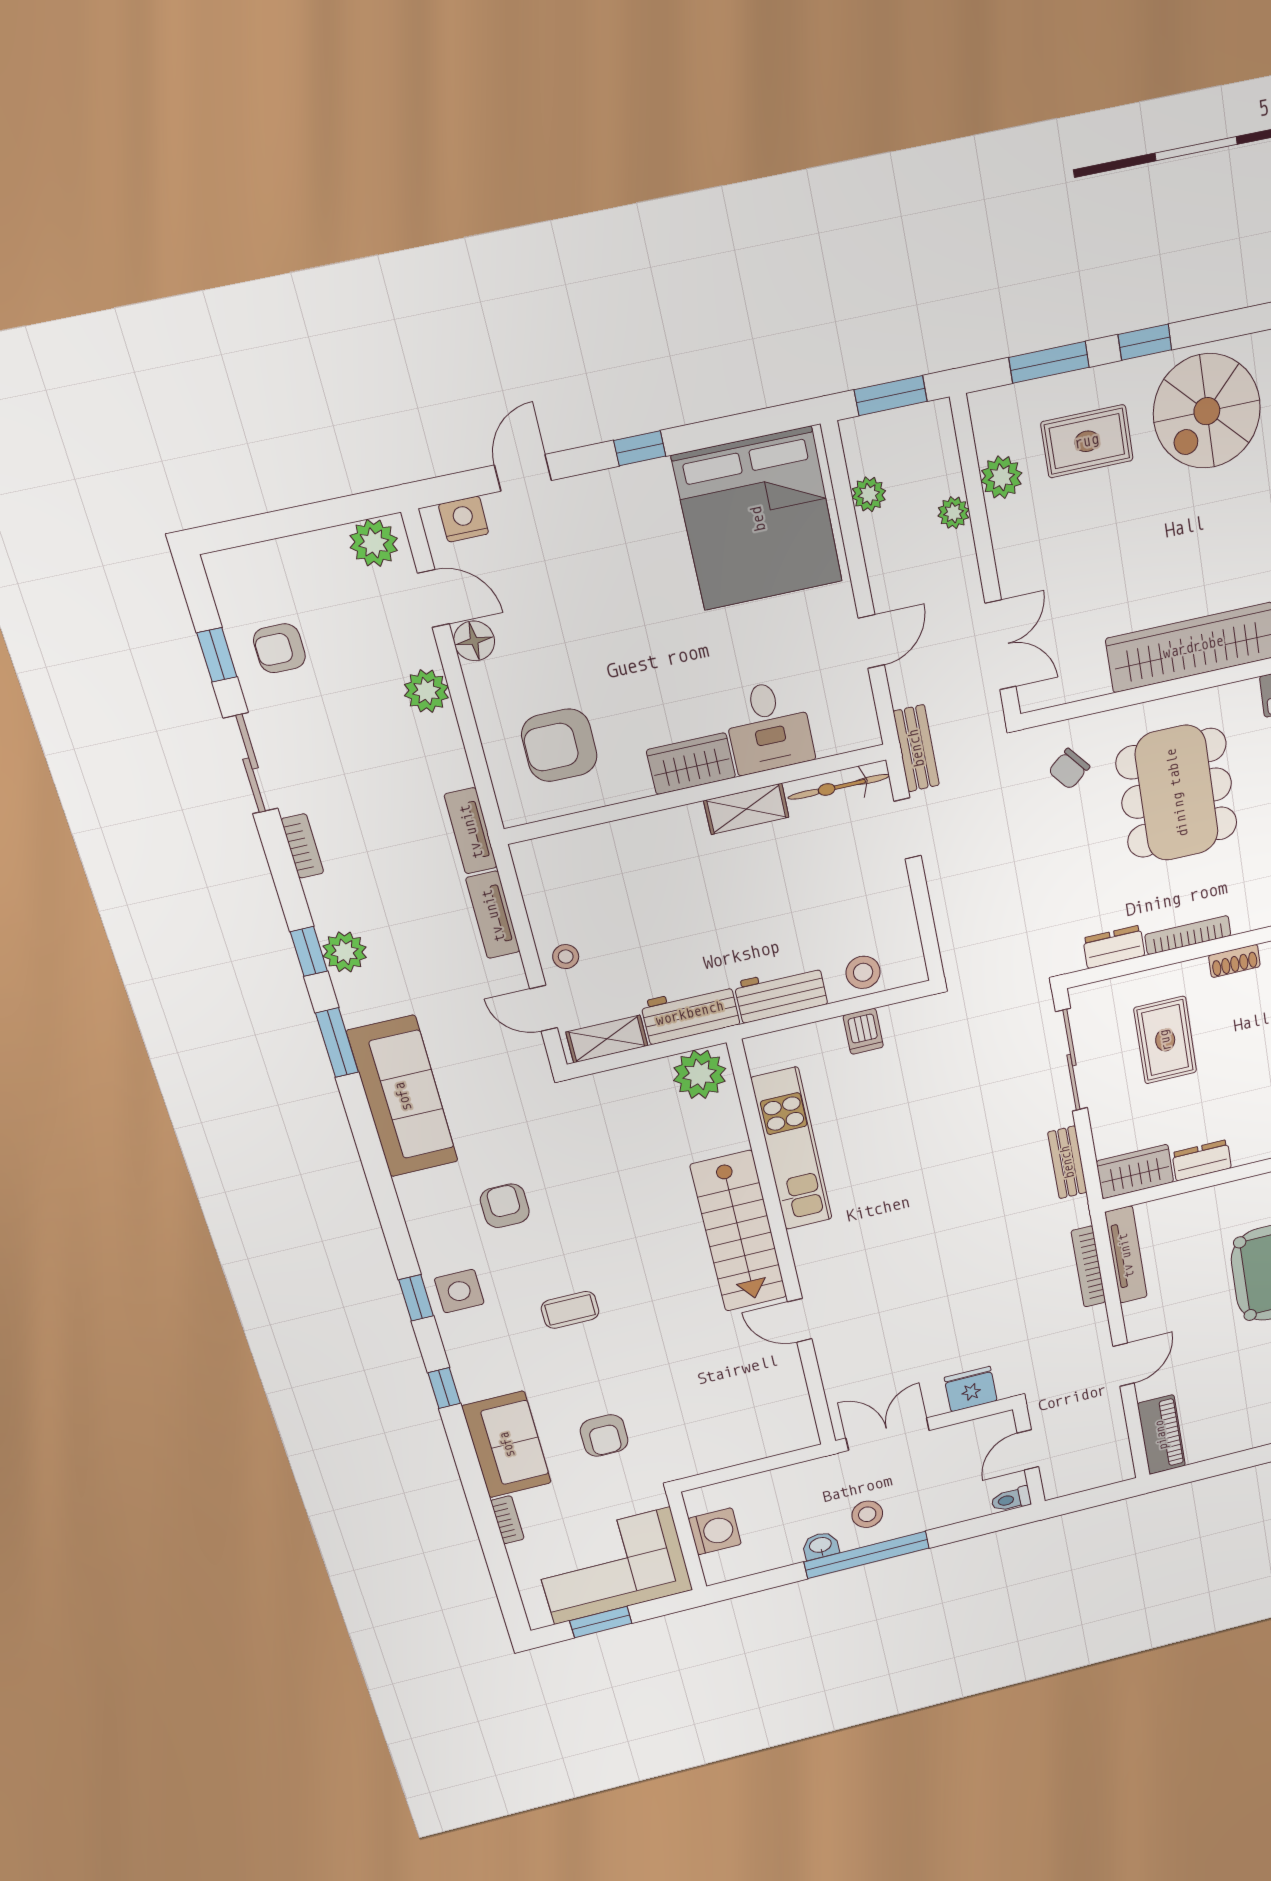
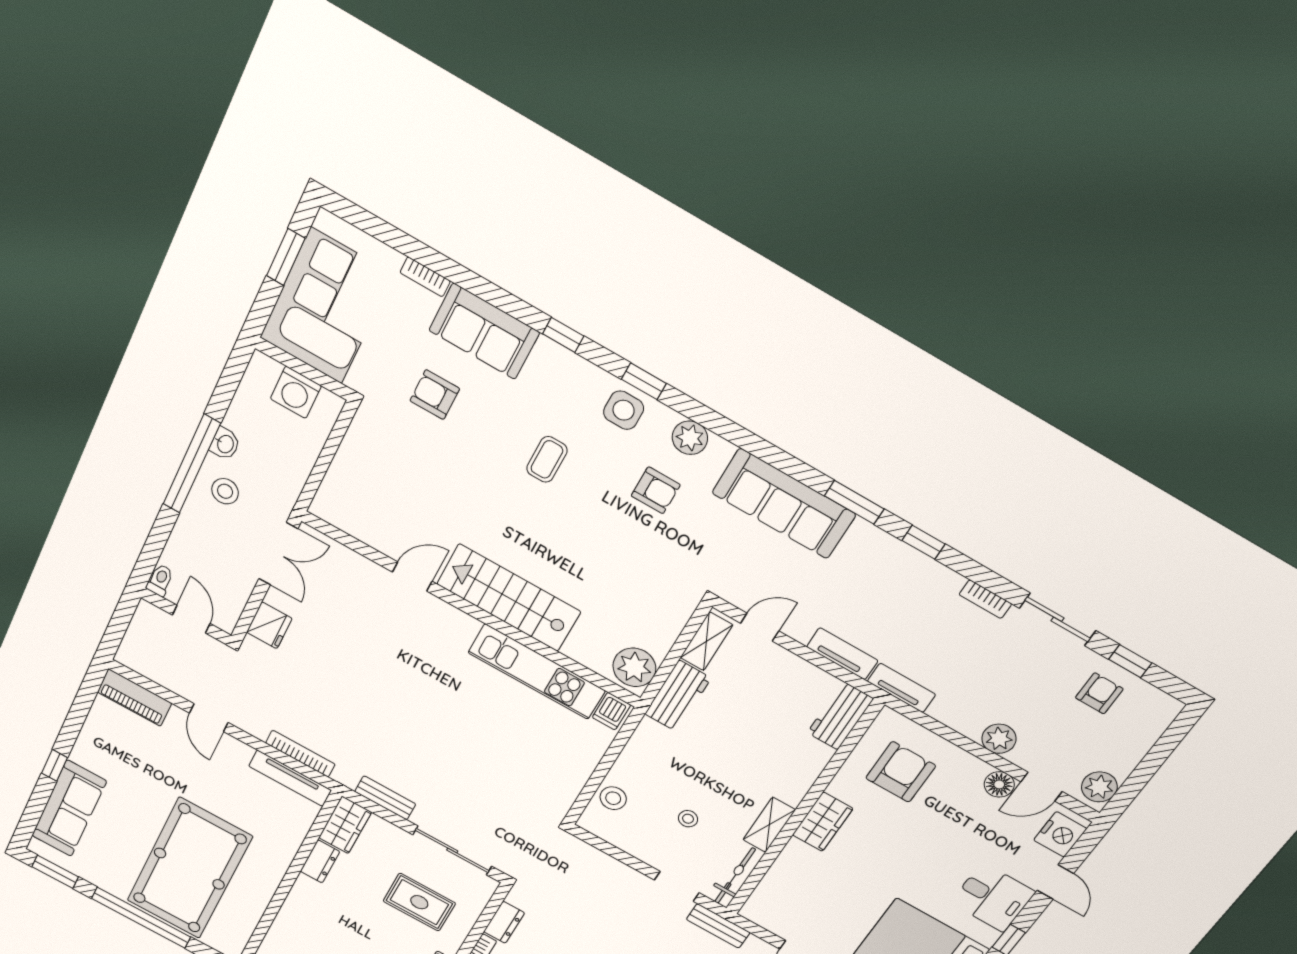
nightstand: (464, 519) -> (1060, 834), width x1.36, depth x1.33
desk: (769, 727) -> (993, 897), moved, turned 180
plant: (345, 952) -> (690, 438), moved
stool: (566, 957) -> (688, 819), moved
workbench: (781, 993) -> (840, 716), moved, turned 180
dishwasher: (863, 1031) -> (611, 711), moved, turned -90

